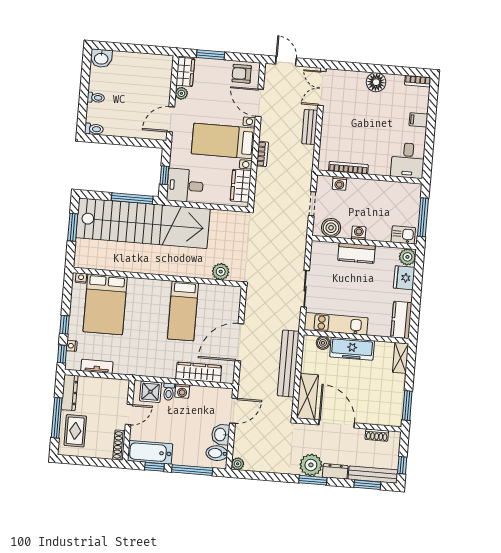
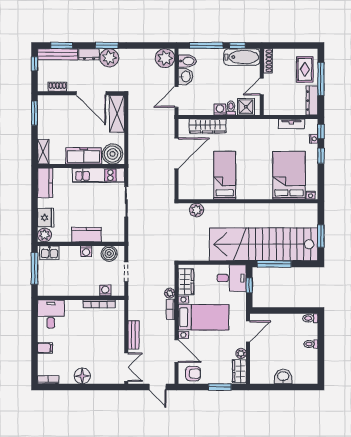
washbasin: (101, 58) -> (283, 377), moved
plant: (262, 174) -> (170, 293), added
boiler: (323, 343) -> (113, 154), width x1.86, depth x1.86
bench: (288, 363) -> (135, 139), removed
plant: (238, 464) -> (165, 58), width x1.87, depth x1.87

